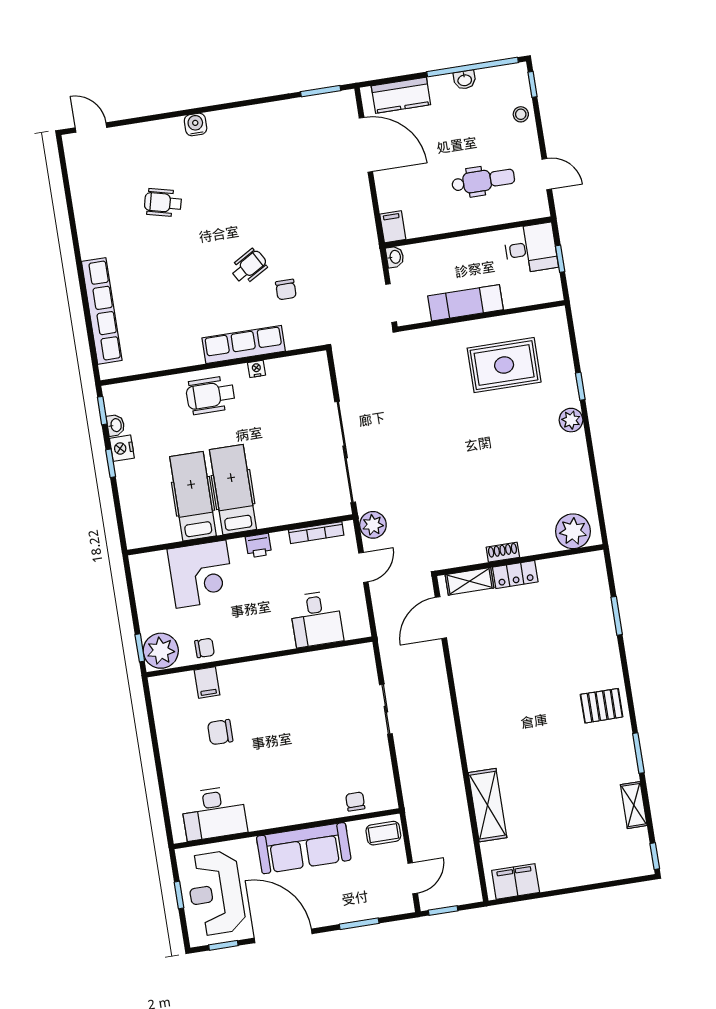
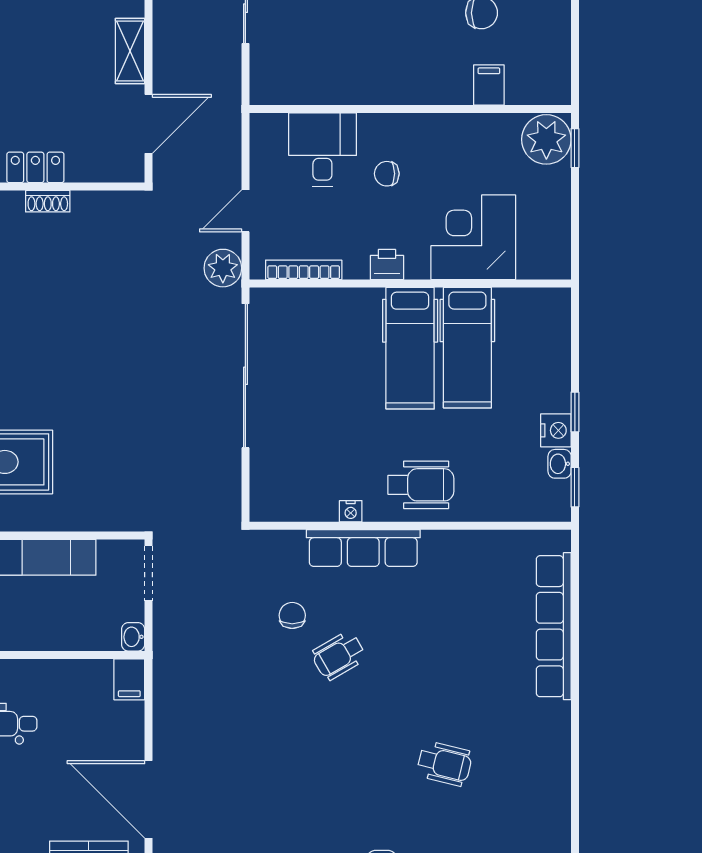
shelving: (469, 581) -> (130, 51), moved, turned 90
chair: (205, 648) -> (387, 174), moved

